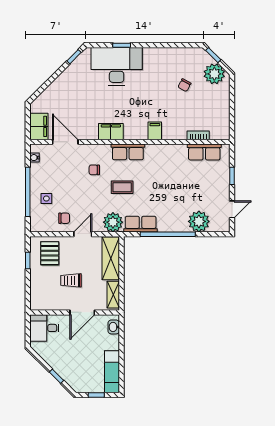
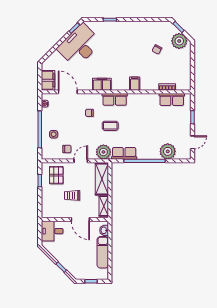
desk: (117, 67) -> (79, 45), moved, turned -45
door: (82, 312) -> (80, 219), hinge flipped
exam couch: (112, 372) -> (103, 252), moved

